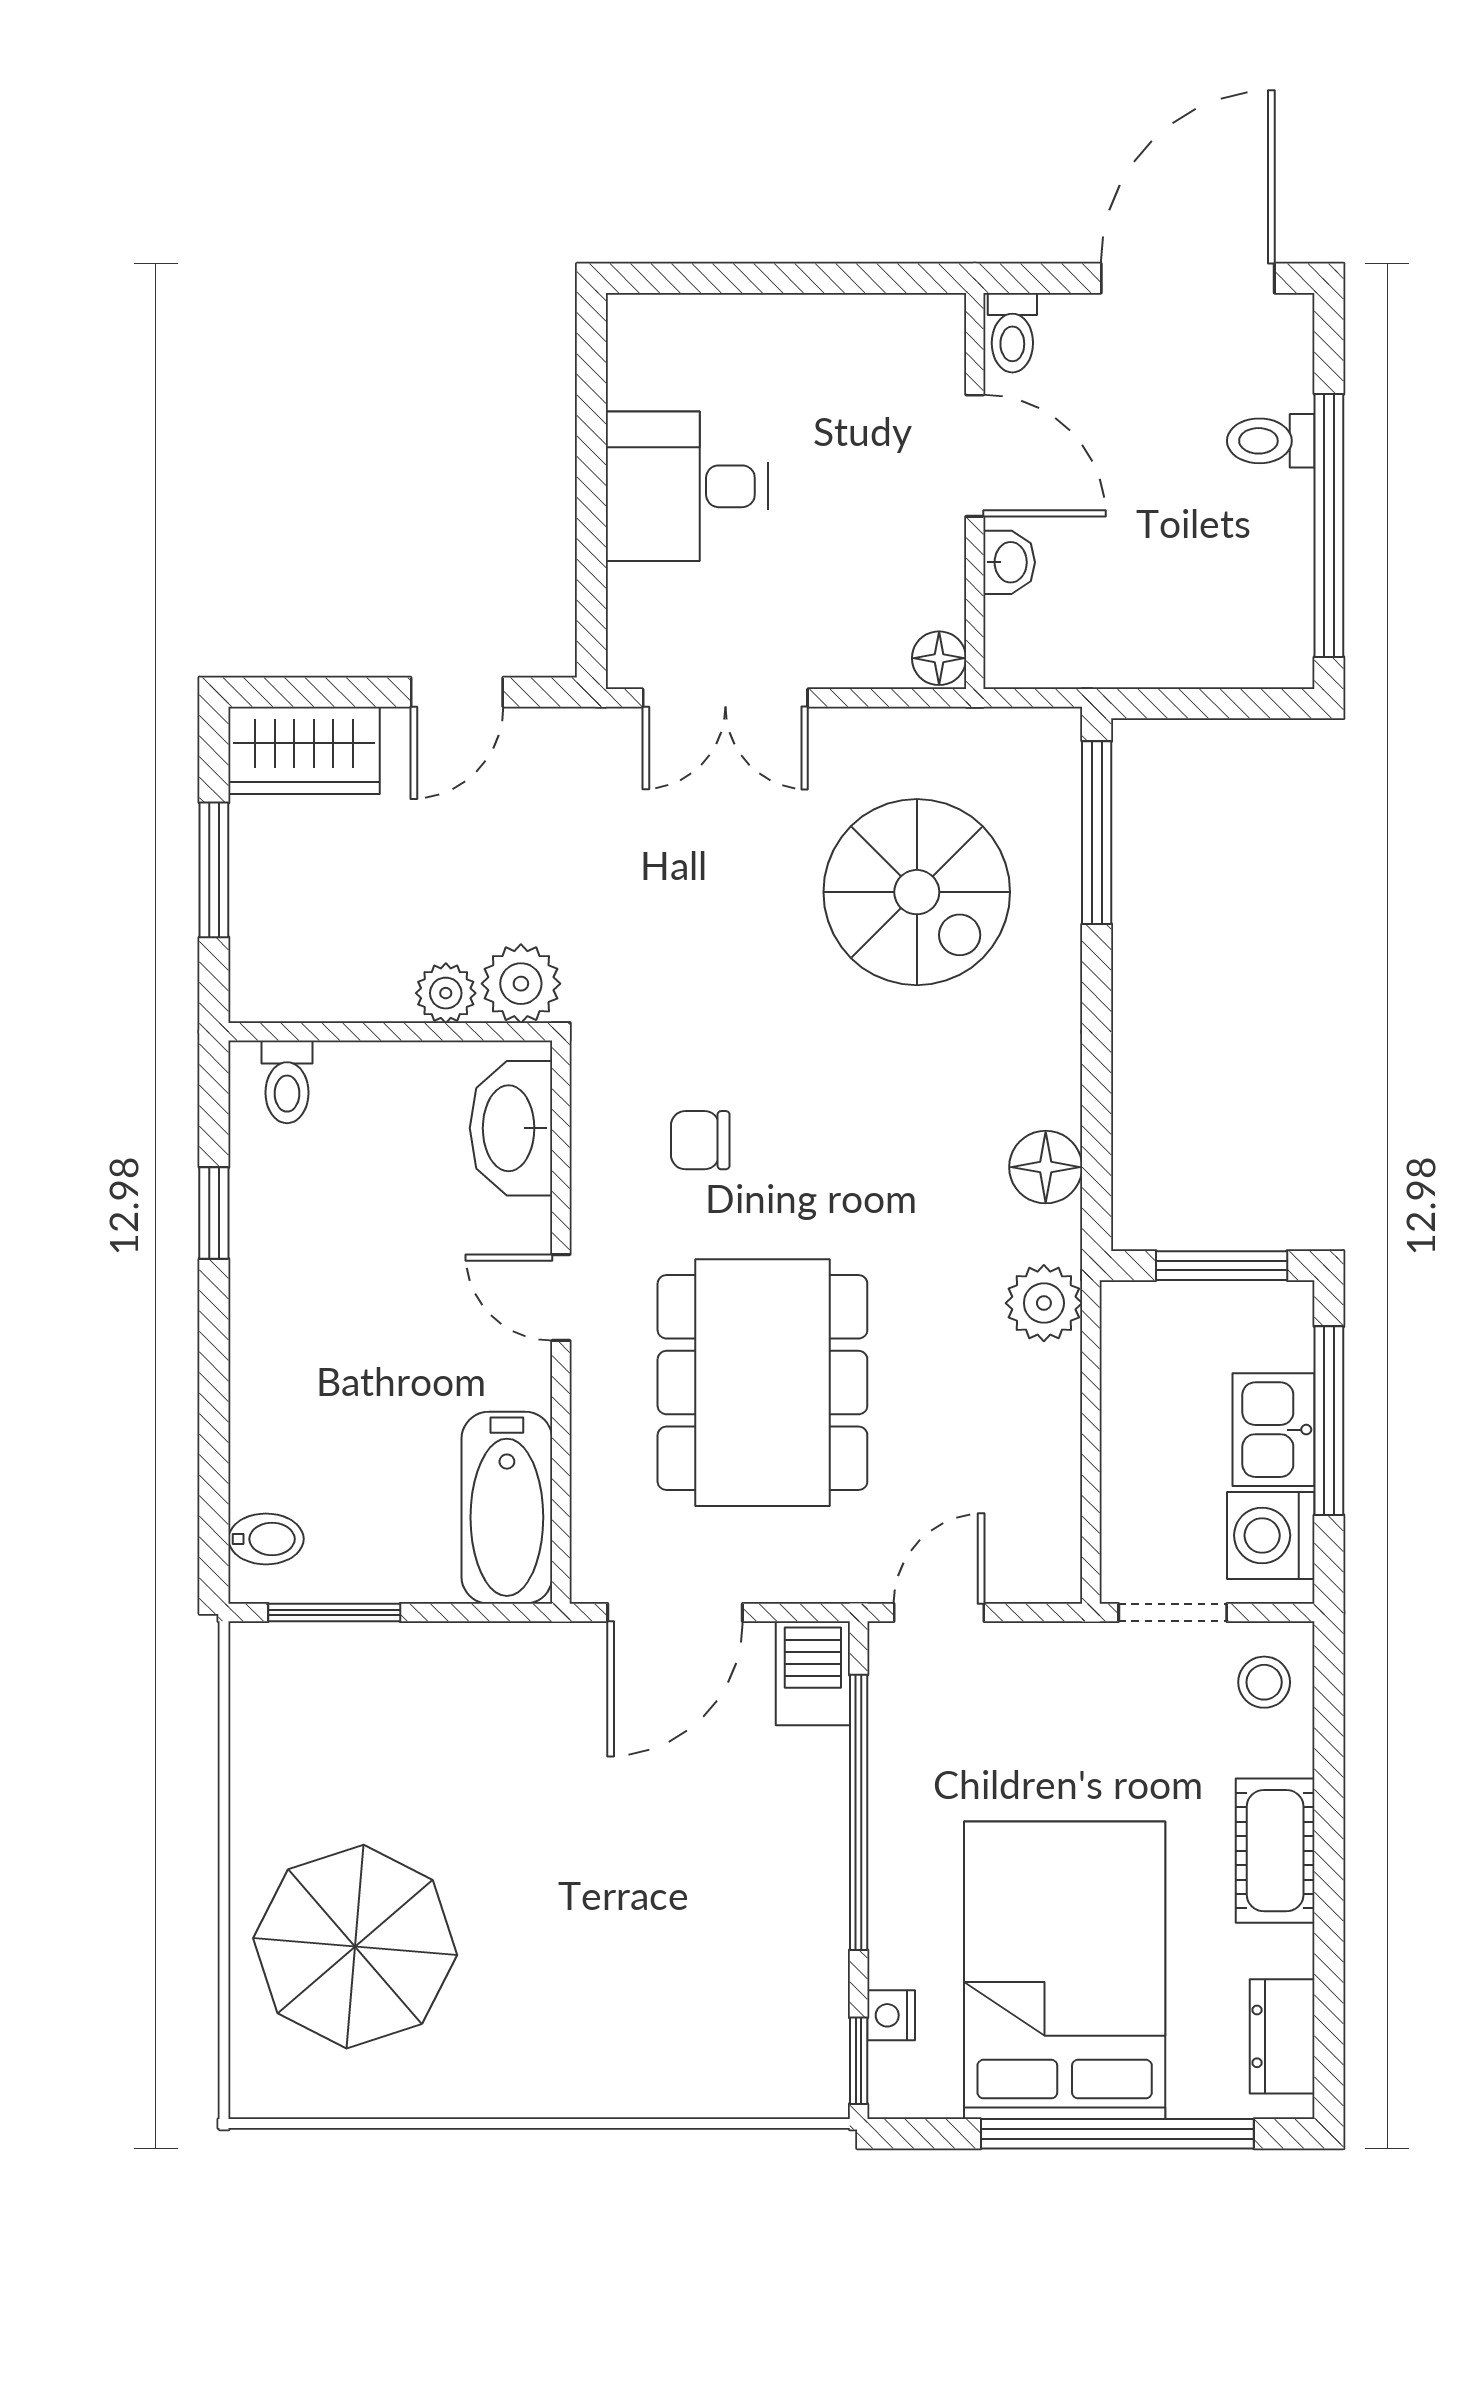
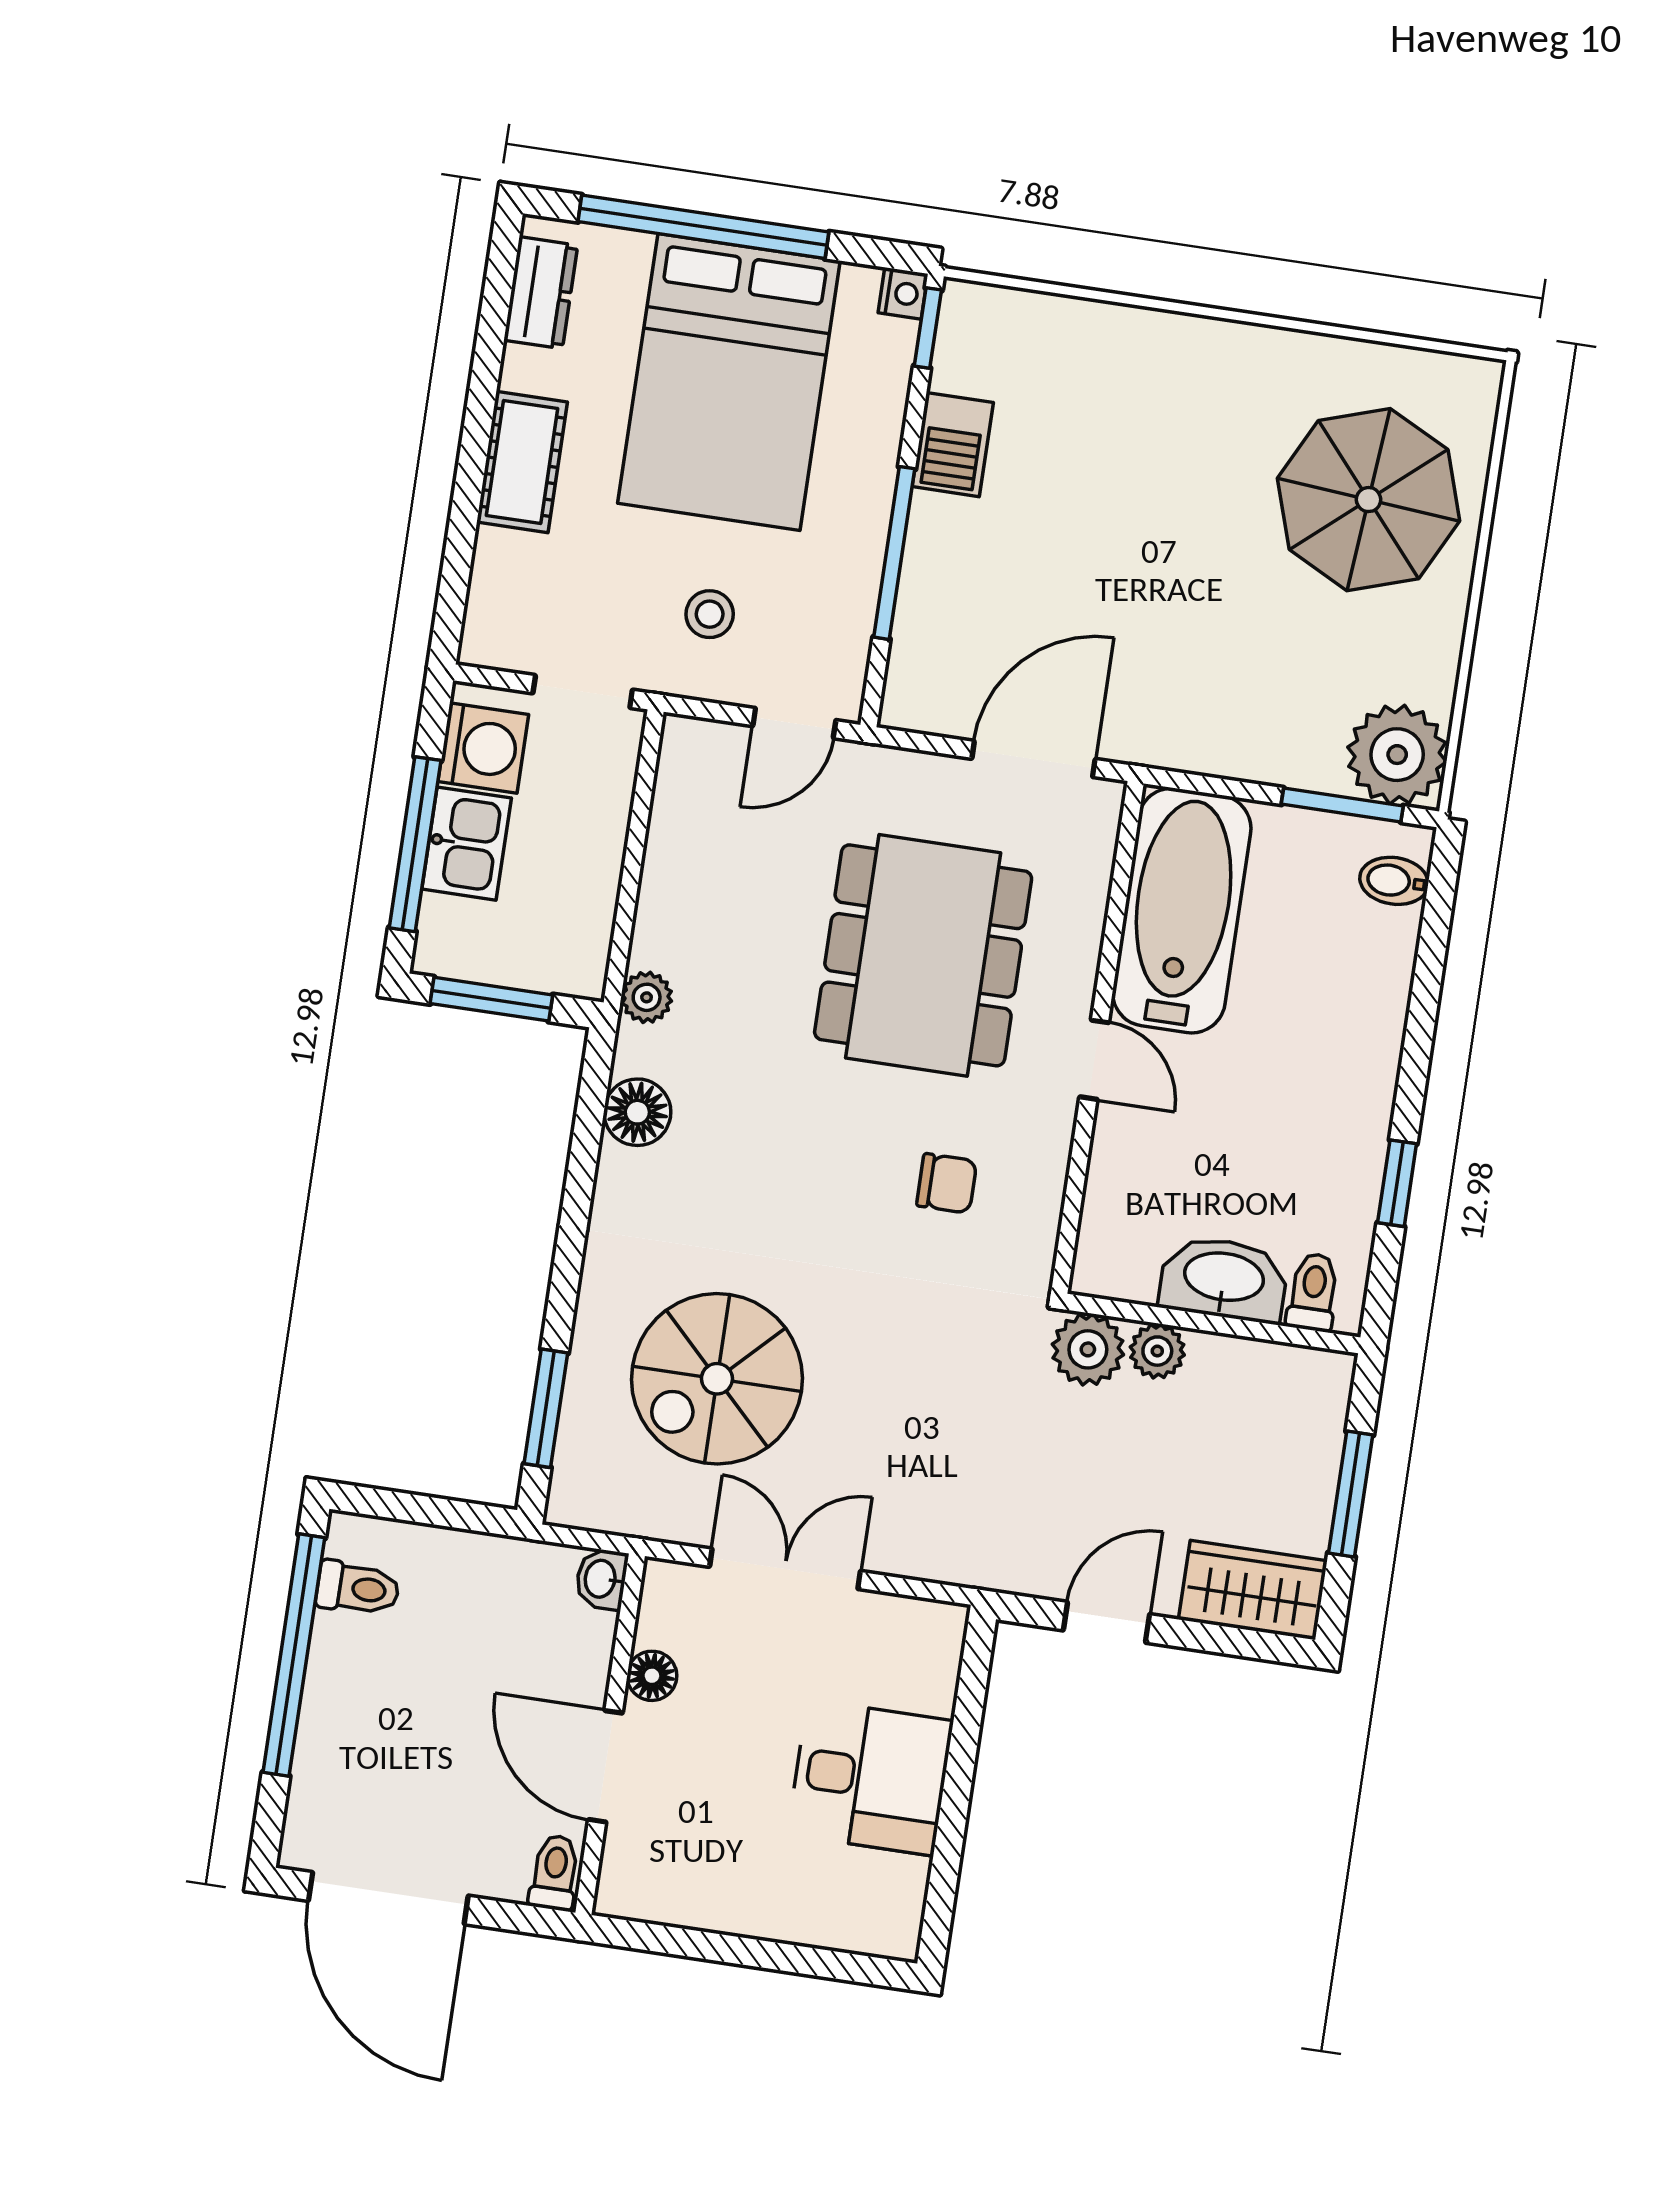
door: (1188, 278) -> (388, 1898), hinge flipped
toilet: (1271, 441) -> (358, 1588), moved
washbasin: (1009, 562) -> (601, 1579), moved
floor lamp: (939, 658) -> (652, 1676), moved
double door: (725, 698) -> (785, 1569), moved
window: (1097, 833) -> (546, 1408), width x0.69
spiral stairs: (917, 892) -> (717, 1379), turned -90
washbasin: (511, 1128) -> (1224, 1279), moved, turned -90
plant: (1044, 1303) -> (647, 997), width x0.73, depth x0.73
bathtub: (507, 1508) -> (1182, 911), width x1.36, depth x1.36
barbecue: (813, 1673) -> (953, 445), moved
plant: (283, 1676) -> (1397, 755), added
stool: (1264, 1682) -> (710, 614), moved
window: (859, 1812) -> (894, 553), width x0.68
nightstand: (891, 2015) -> (903, 293), moved

